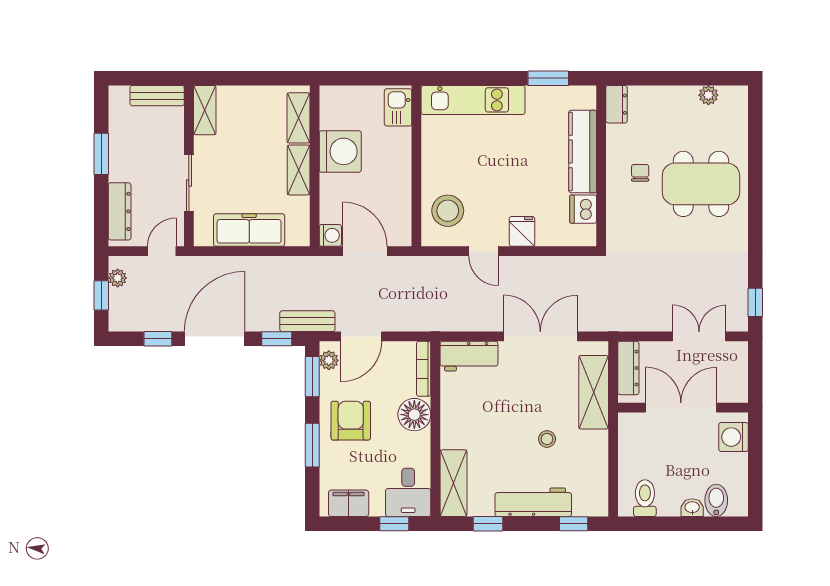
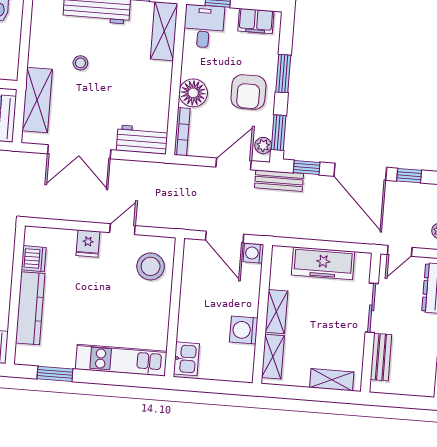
bench: (157, 96) -> (381, 357), moved, turned 90
shelving: (205, 110) -> (332, 380), moved, turned 90
washing machine: (340, 151) -> (244, 330), width x0.73, depth x0.73
door: (484, 251) -> (122, 229), hinge flipped
door: (215, 339) -> (360, 172), hinge flipped

